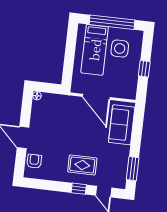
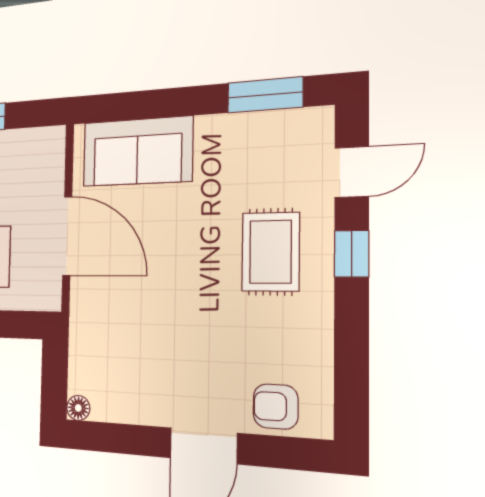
door: (96, 97) -> (67, 236), hinge flipped

